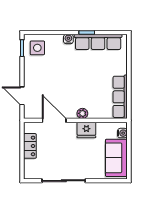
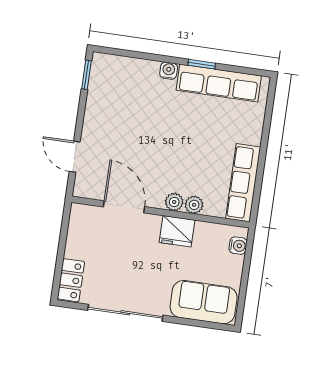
side table: (37, 48) -> (113, 78), removed
plant: (94, 113) -> (194, 205), added
locker: (30, 146) -> (71, 280), moved
sofa: (116, 158) -> (204, 302), moved, turned 90

